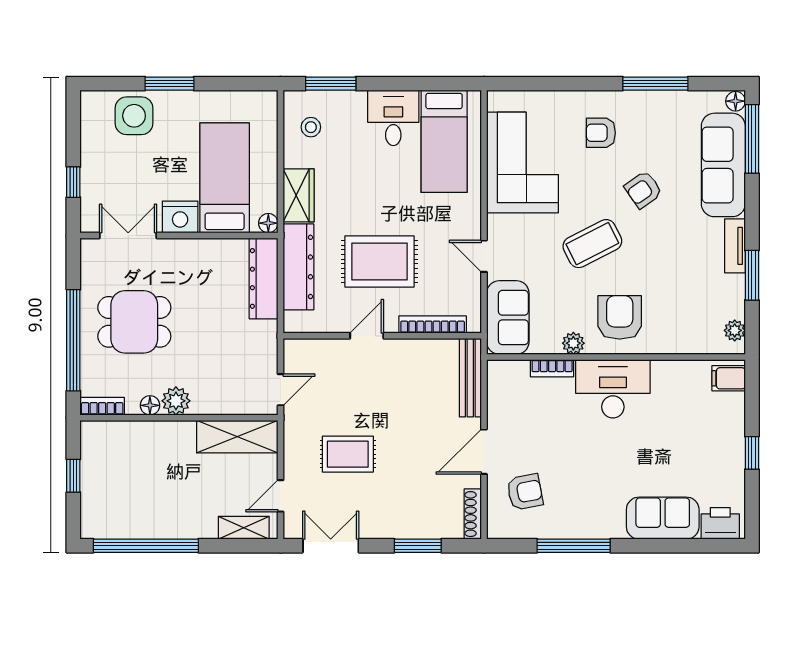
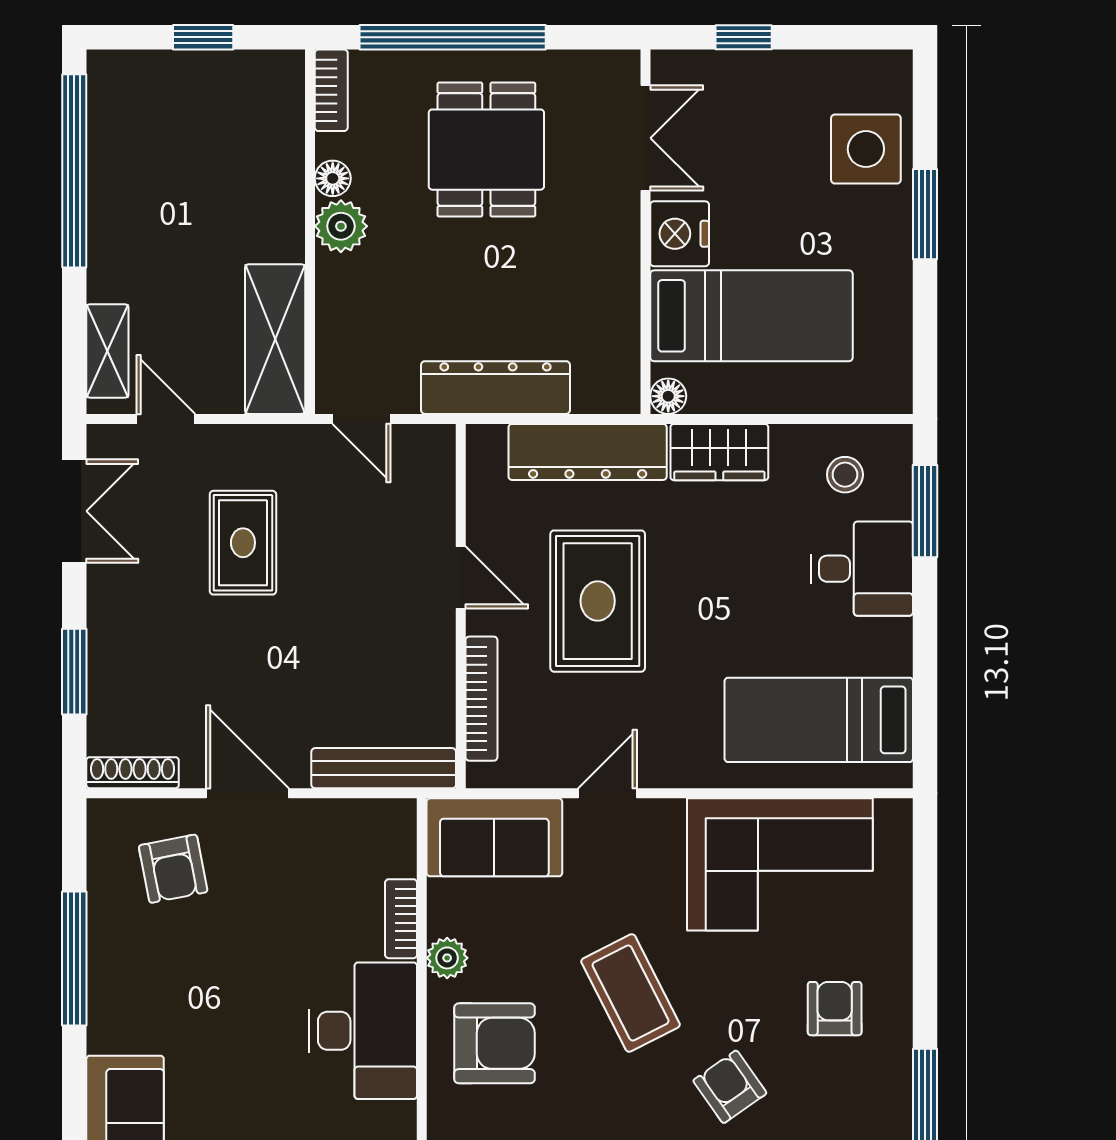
desk: (393, 118) -> (862, 569), moved
dresser: (264, 278) -> (496, 388), moved

